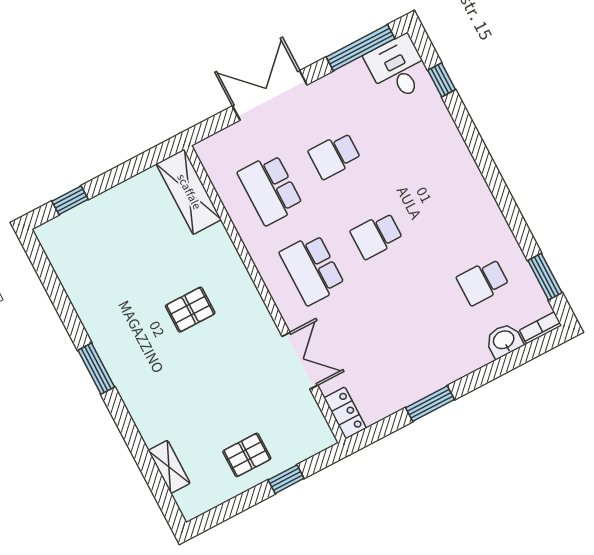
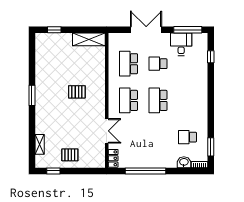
desk: (398, 68) -> (181, 44), moved
shelving: (189, 192) -> (89, 39), moved, turned 90
school desk: (377, 235) -> (158, 100), width x1.85
window: (430, 404) -> (145, 171), width x2.11
window: (286, 479) -> (53, 171), moved

